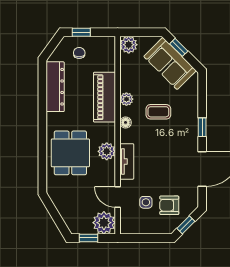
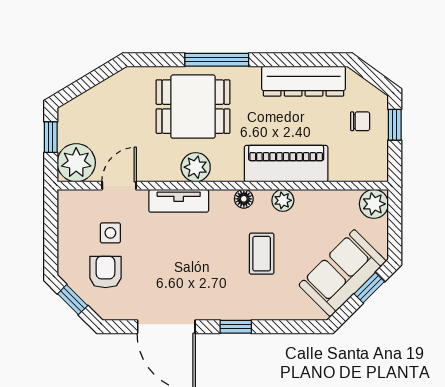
window: (42, 139) -> (217, 60), added

